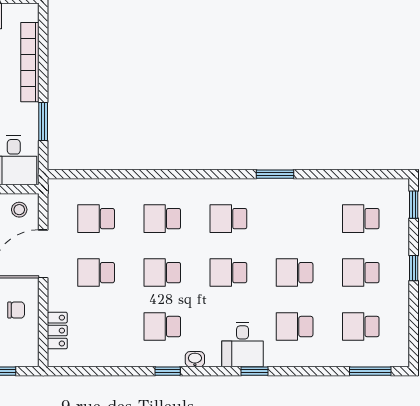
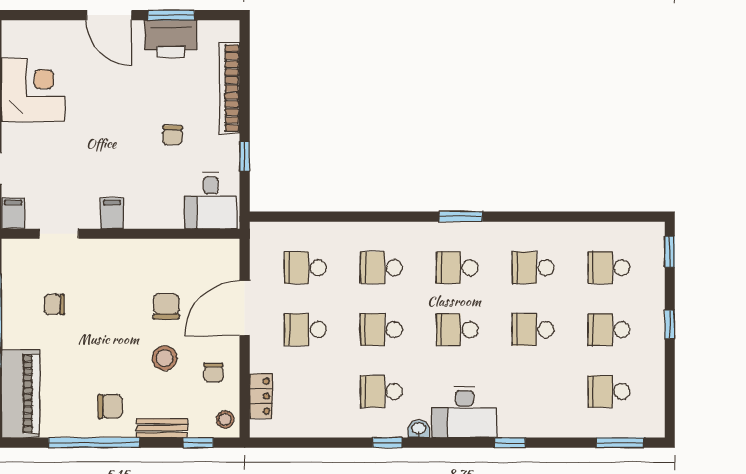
window: (43, 122) -> (245, 156), width x0.67
window: (275, 174) -> (461, 217), moved
stool: (19, 210) -> (225, 420), moved
chair: (16, 310) -> (214, 373), turned 90
school desk: (295, 327) -> (533, 268), moved
desk: (243, 344) -> (464, 412), width x1.37
window: (255, 371) -> (510, 443), moved

